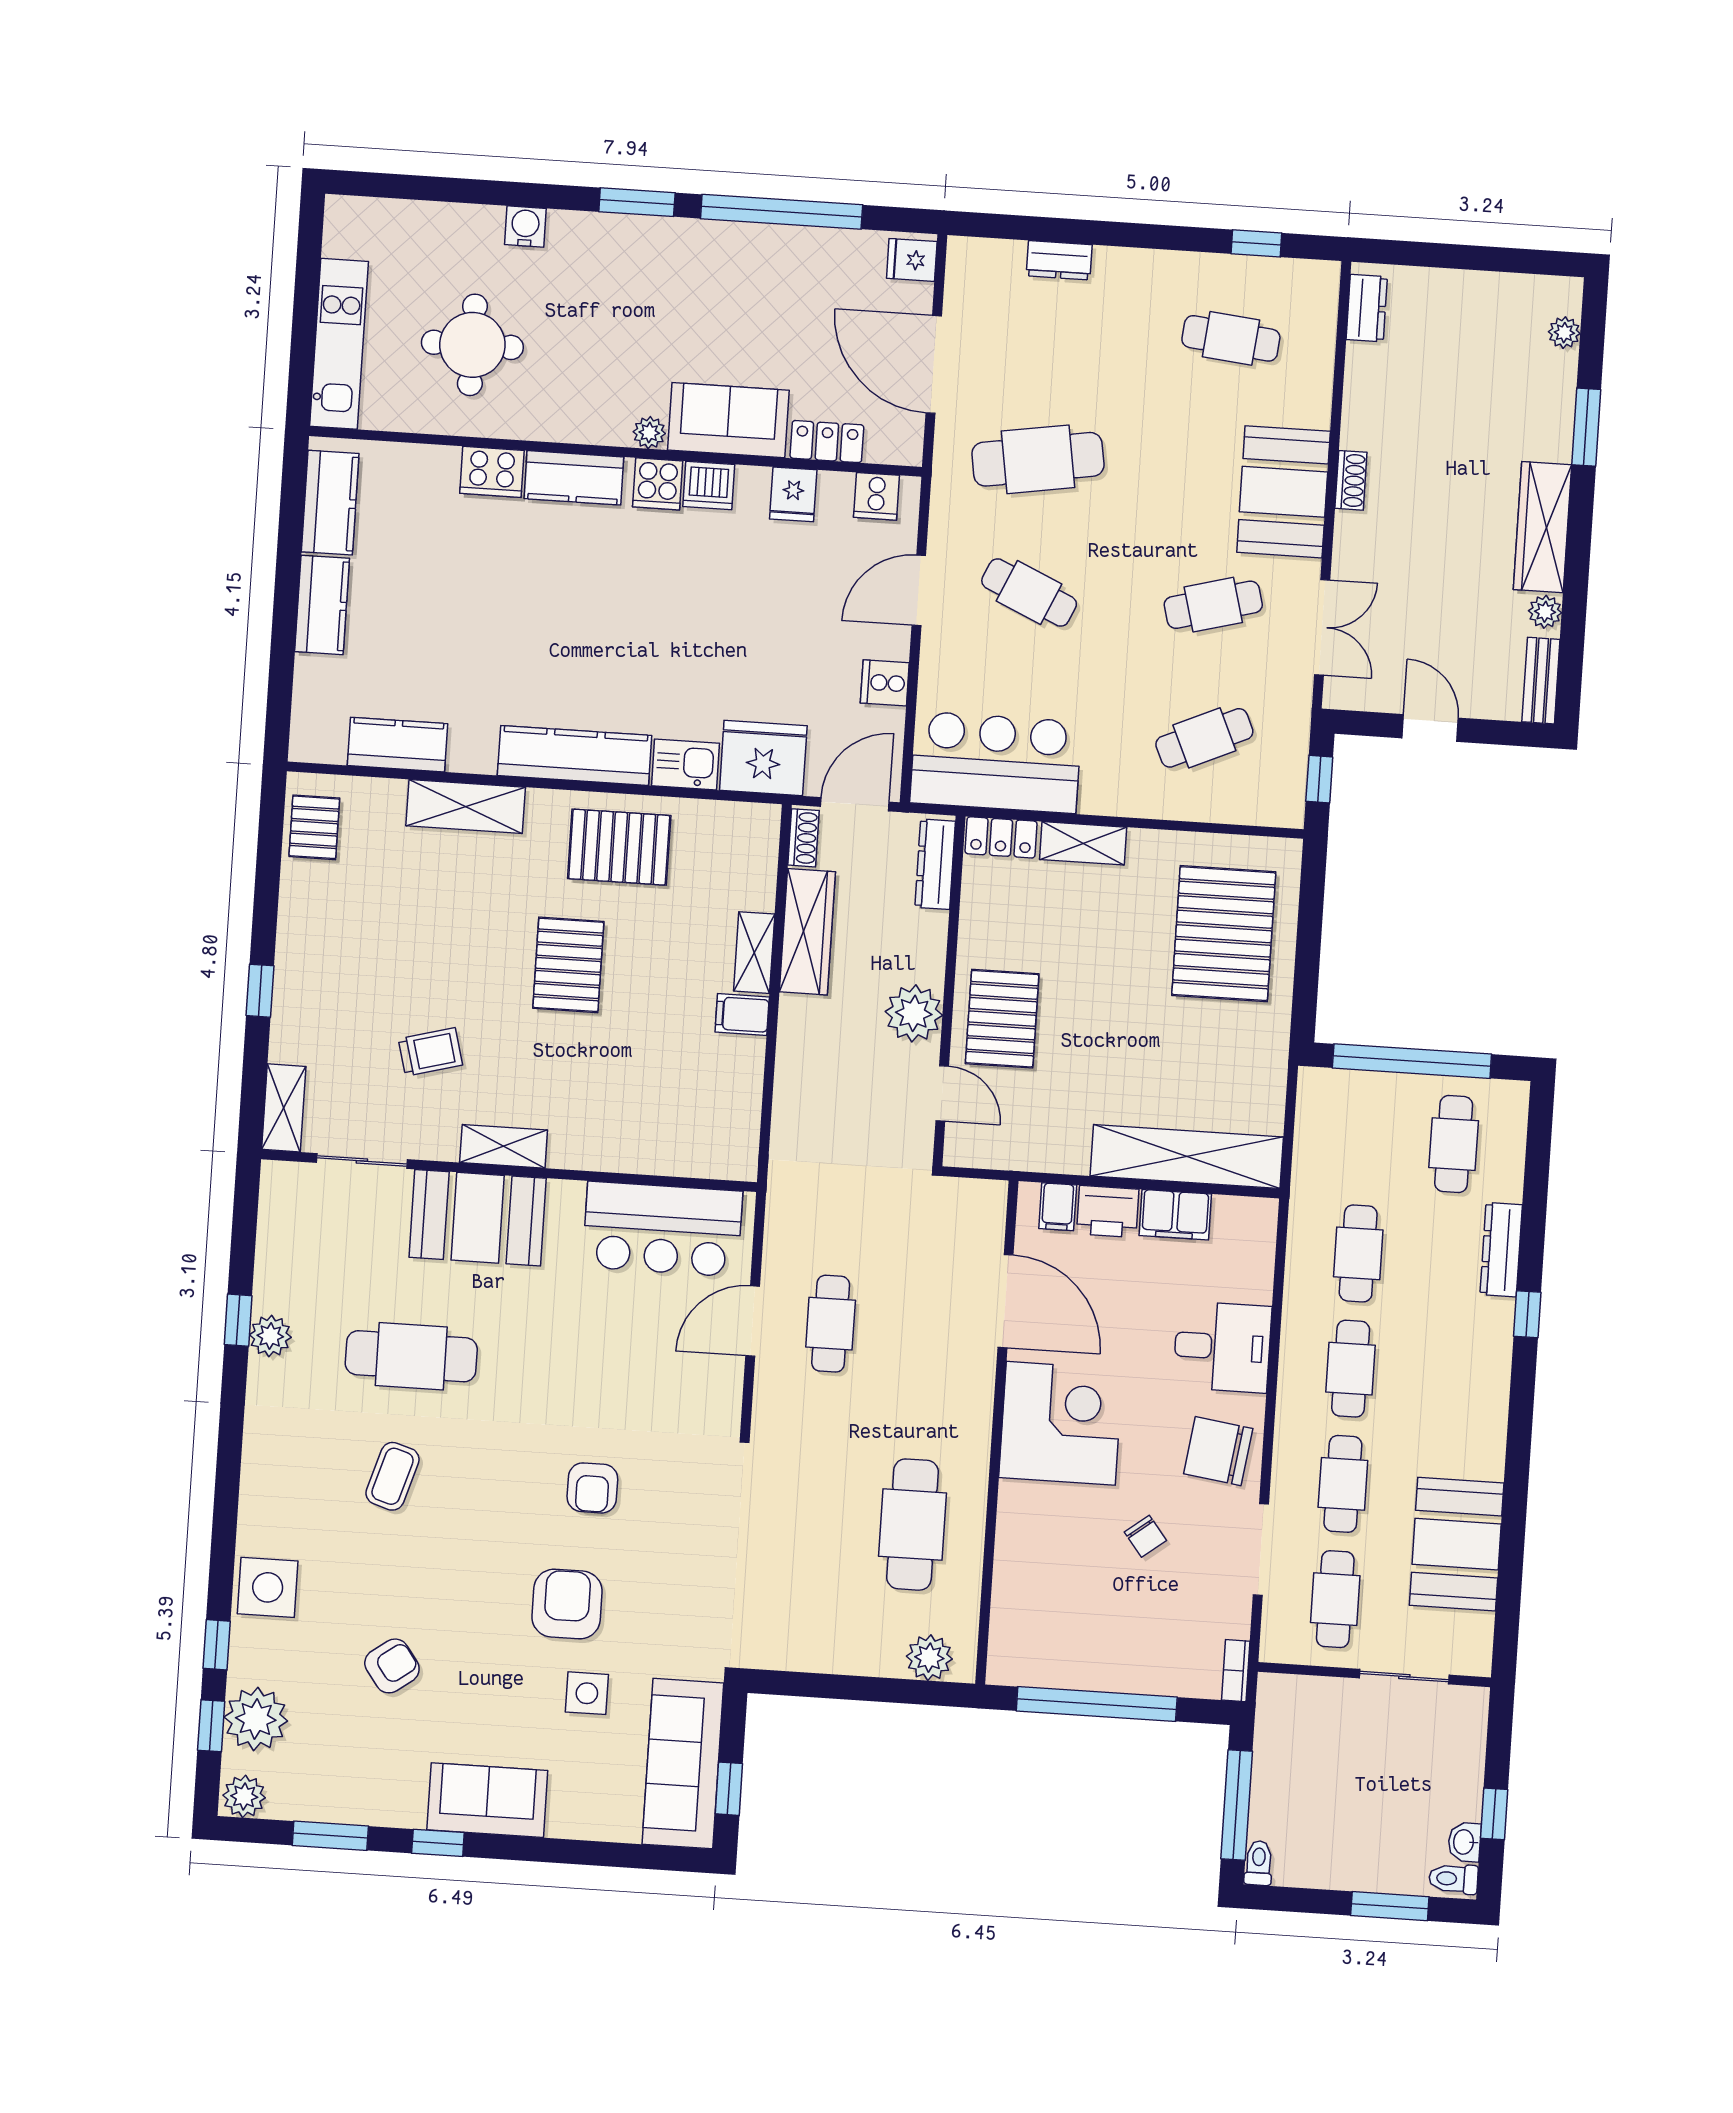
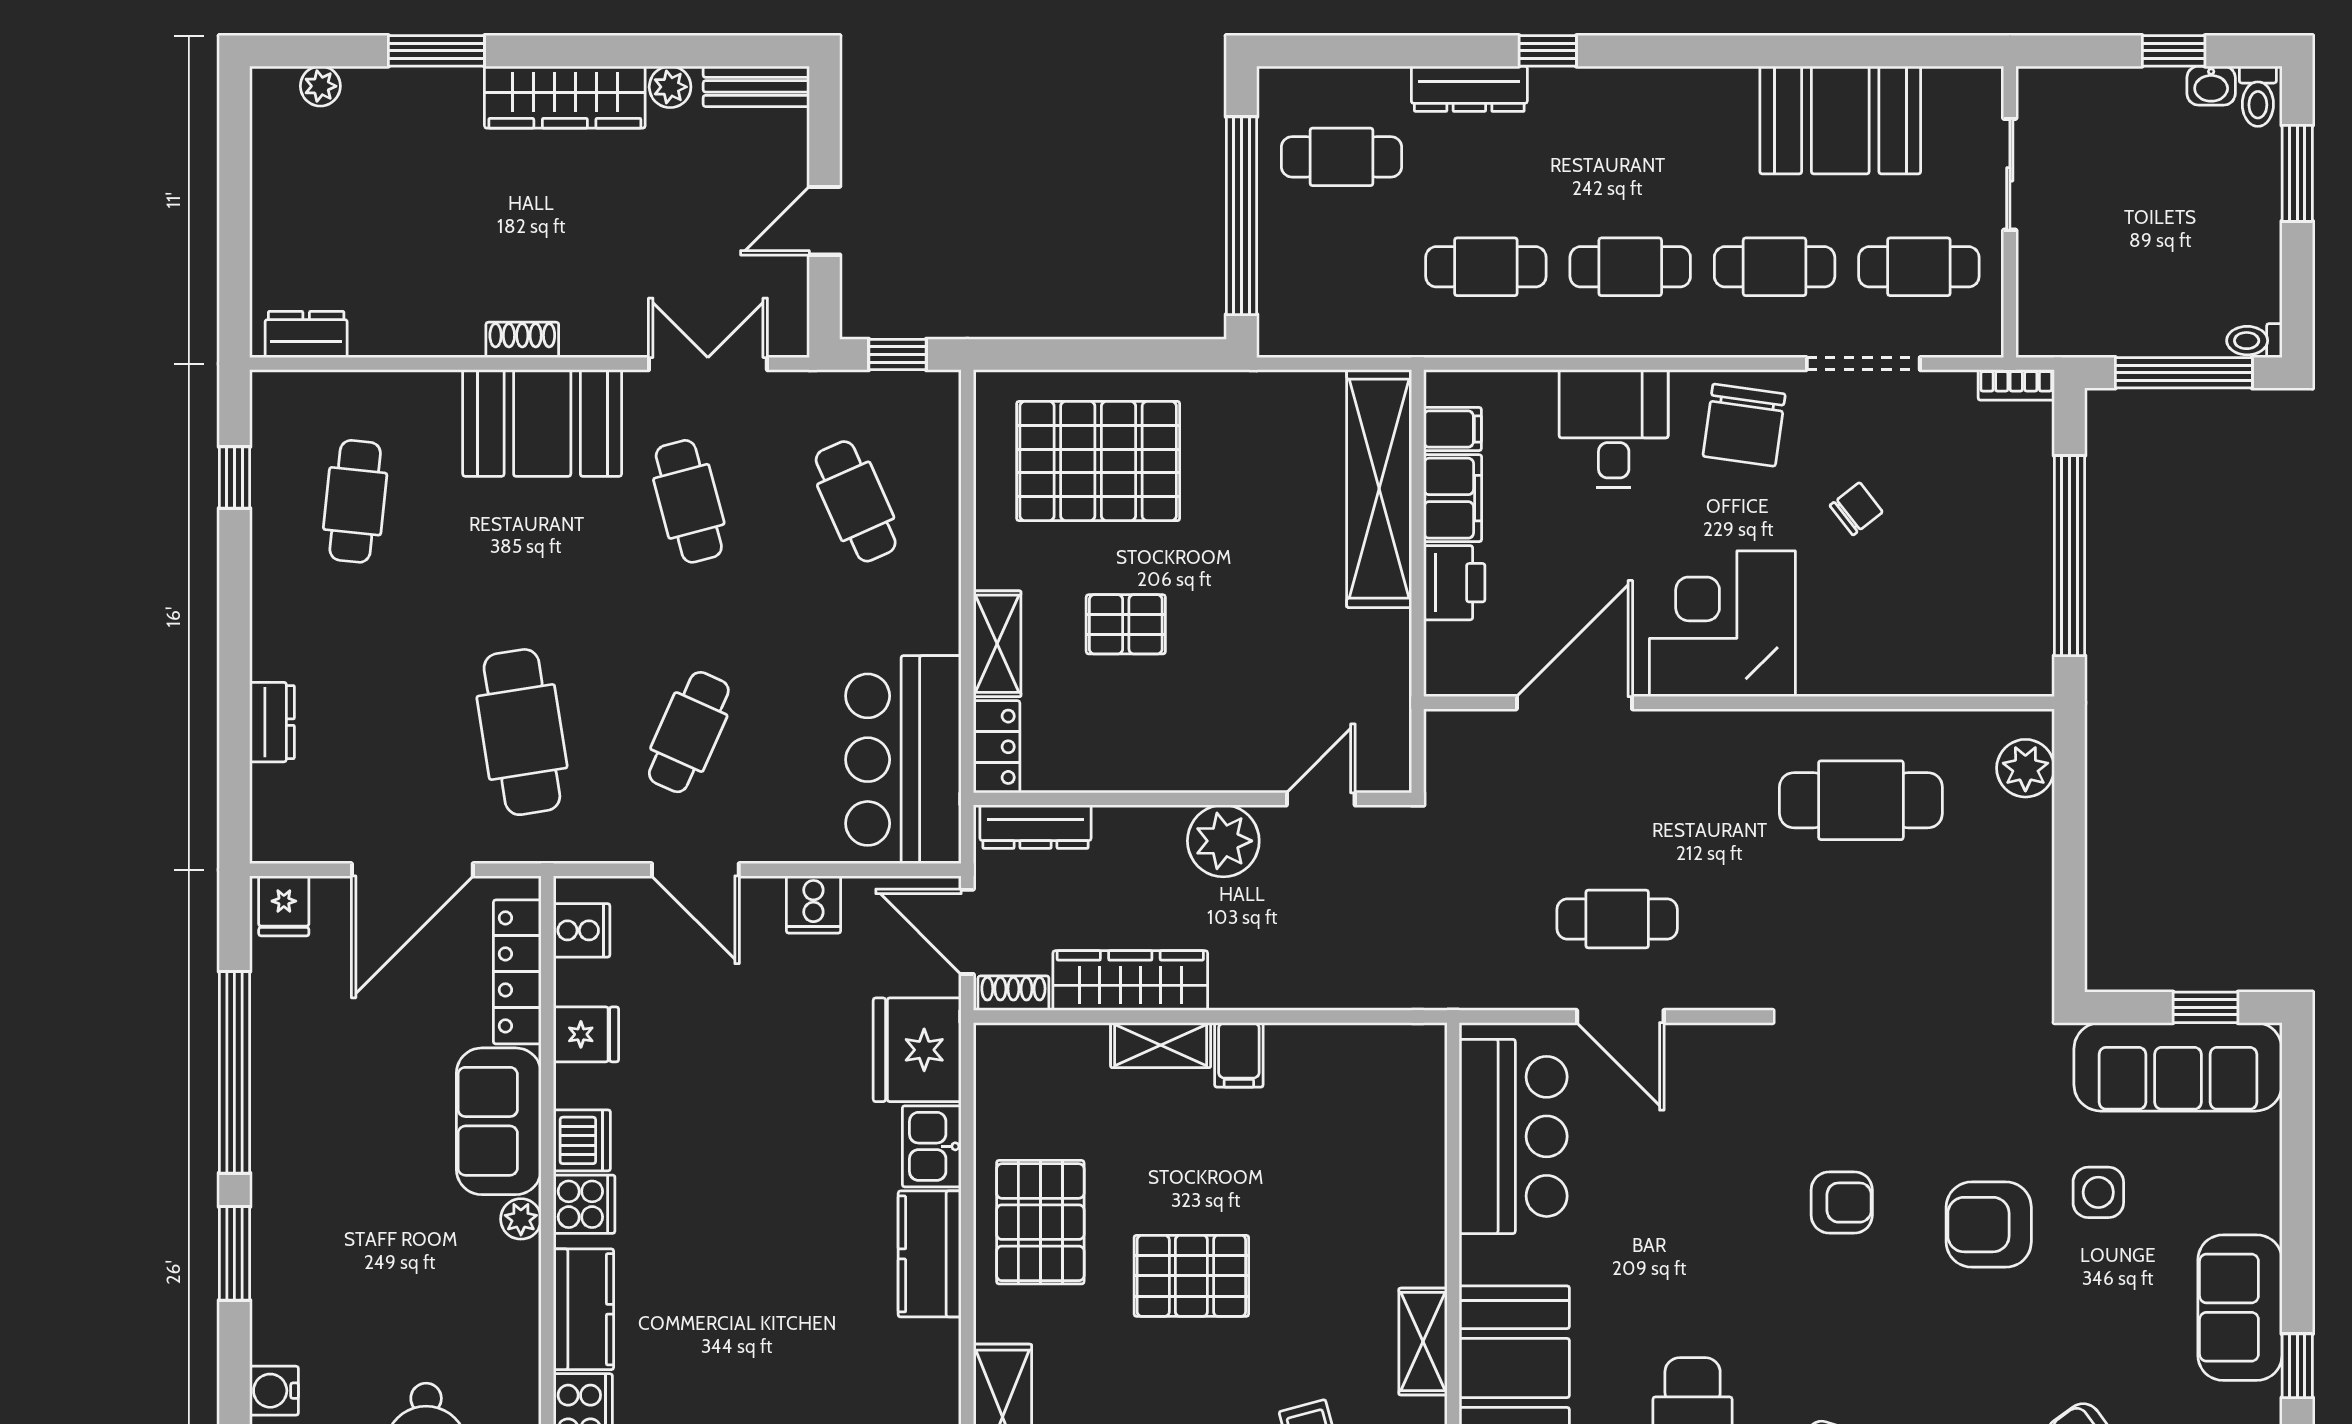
locker: (827, 442) -> (517, 972), width x1.53
kitchen counter: (575, 755) -> (930, 1254), width x0.67
pallet: (1002, 1019) -> (1126, 624), moved, width x0.67, depth x0.71
filing cabinet: (1058, 1207) -> (1453, 429), moved

